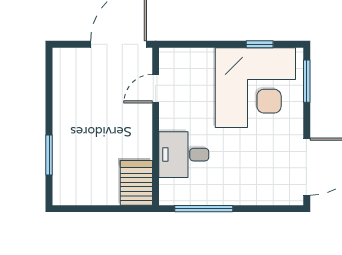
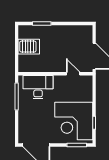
desk: (184, 155) -> (38, 87), width x1.37
server rack: (136, 183) -> (29, 47), moved

